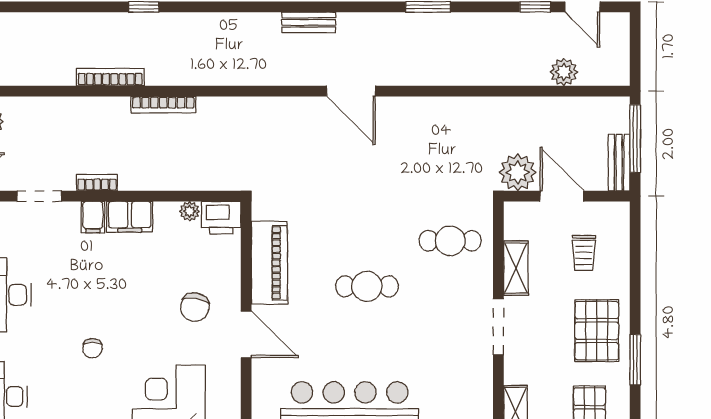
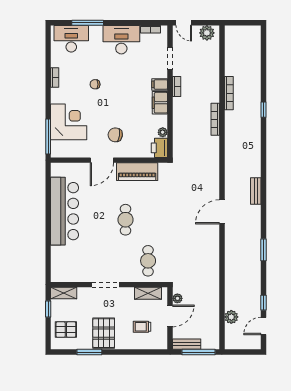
plant: (518, 172) -> (177, 298), width x0.53, depth x0.53
shelving: (516, 268) -> (148, 293), moved
pallet: (597, 331) -> (104, 333), turned 90

